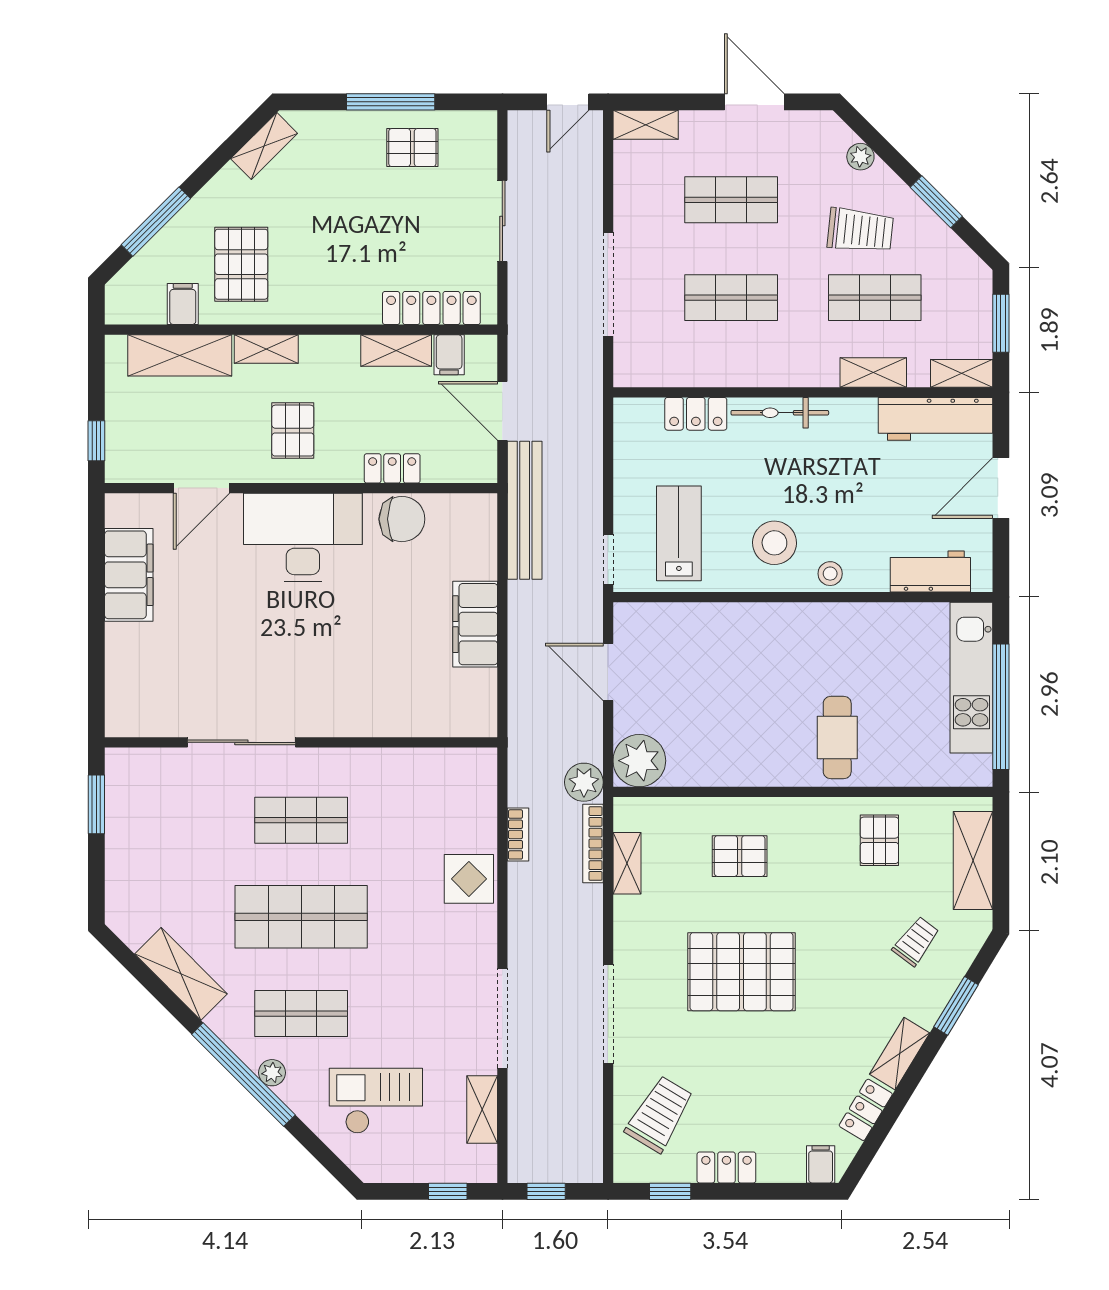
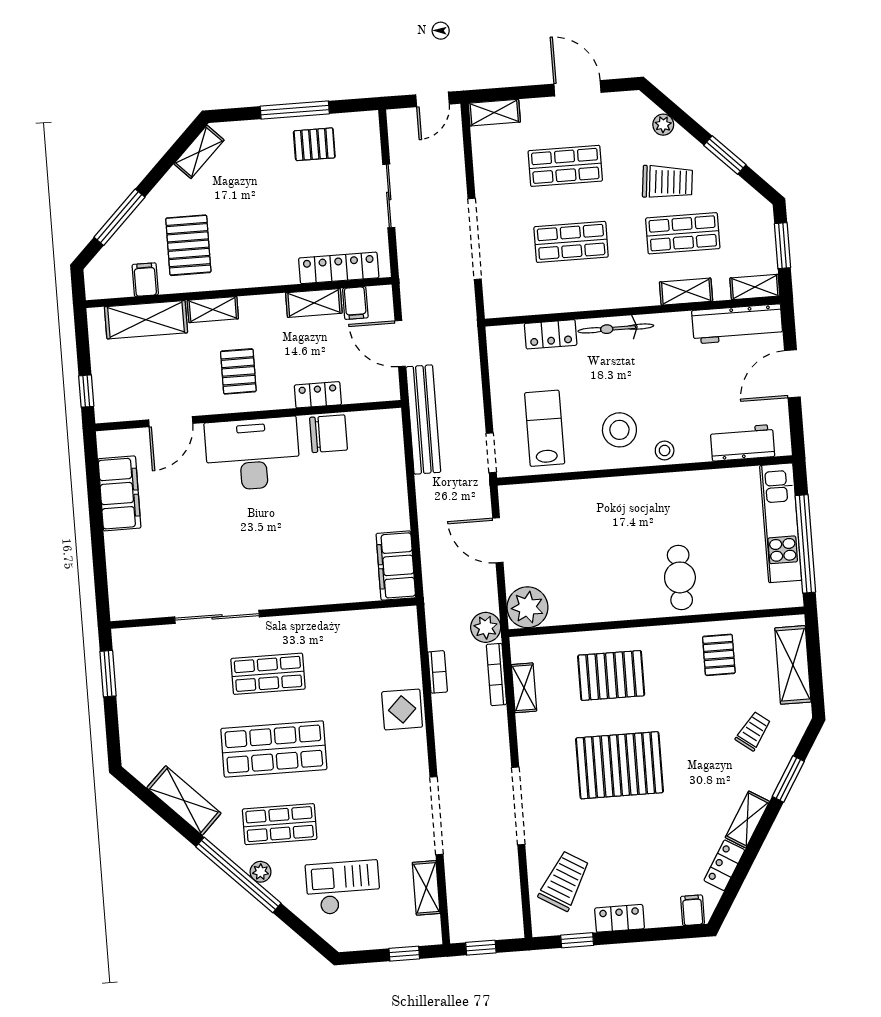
filing cabinet: (475, 624) -> (396, 566), moved
pallet: (740, 856) -> (611, 675), width x1.50, depth x1.42

